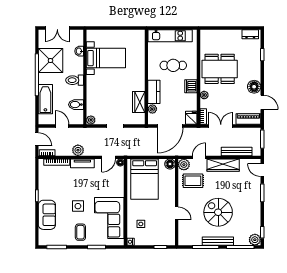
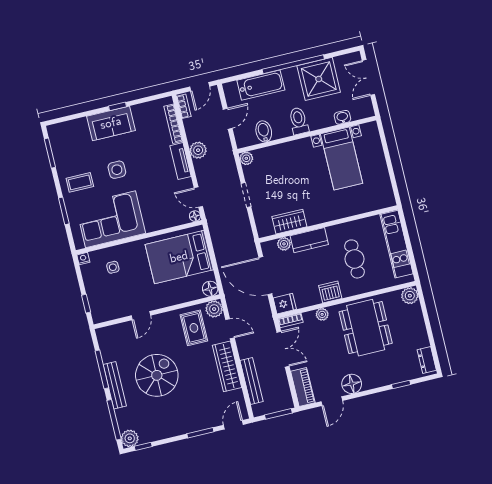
plant: (206, 35) -> (410, 296), added
sofa: (47, 215) -> (111, 123), moved

